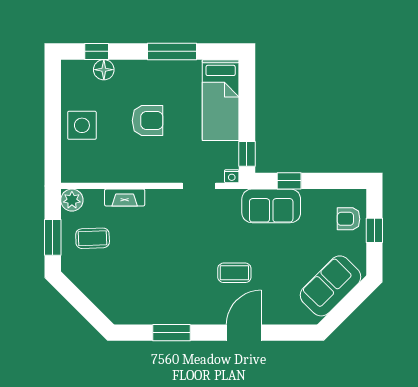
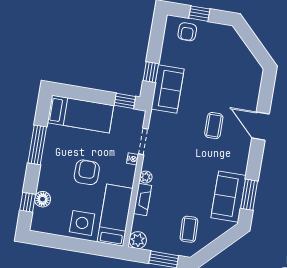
bed: (99, 166) -> (115, 215), added
nightstand: (232, 176) -> (133, 159), moved
plant: (154, 197) -> (146, 177), added
coffee table: (93, 238) -> (189, 229), moved
sofa: (331, 286) -> (228, 197), moved, turned 45
window: (171, 333) -> (249, 195), moved

